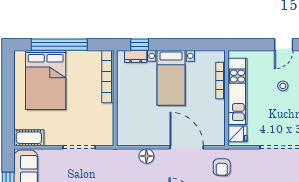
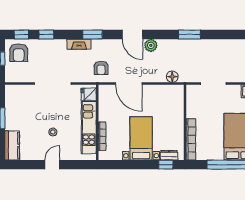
floor lamp: (146, 156) -> (172, 77), moved
armchair: (222, 167) -> (101, 68), turned 180

